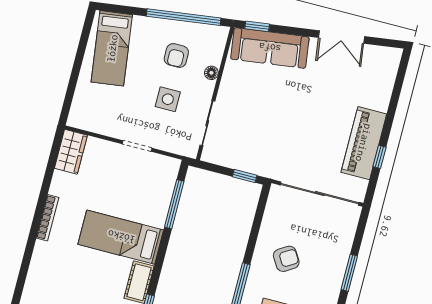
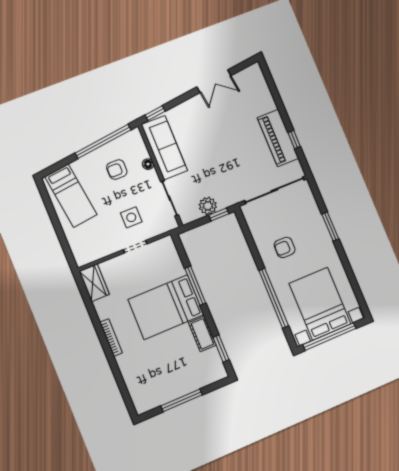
sofa: (270, 48) -> (164, 148), moved, turned -83
armchair: (176, 56) -> (117, 170), turned 90
side table: (168, 99) -> (131, 217), moved
plant: (240, 159) -> (208, 206), added
window: (174, 204) -> (195, 286), moved
bed: (121, 237) -> (166, 307), width x1.50
armchair: (286, 259) -> (285, 247), turned -148

